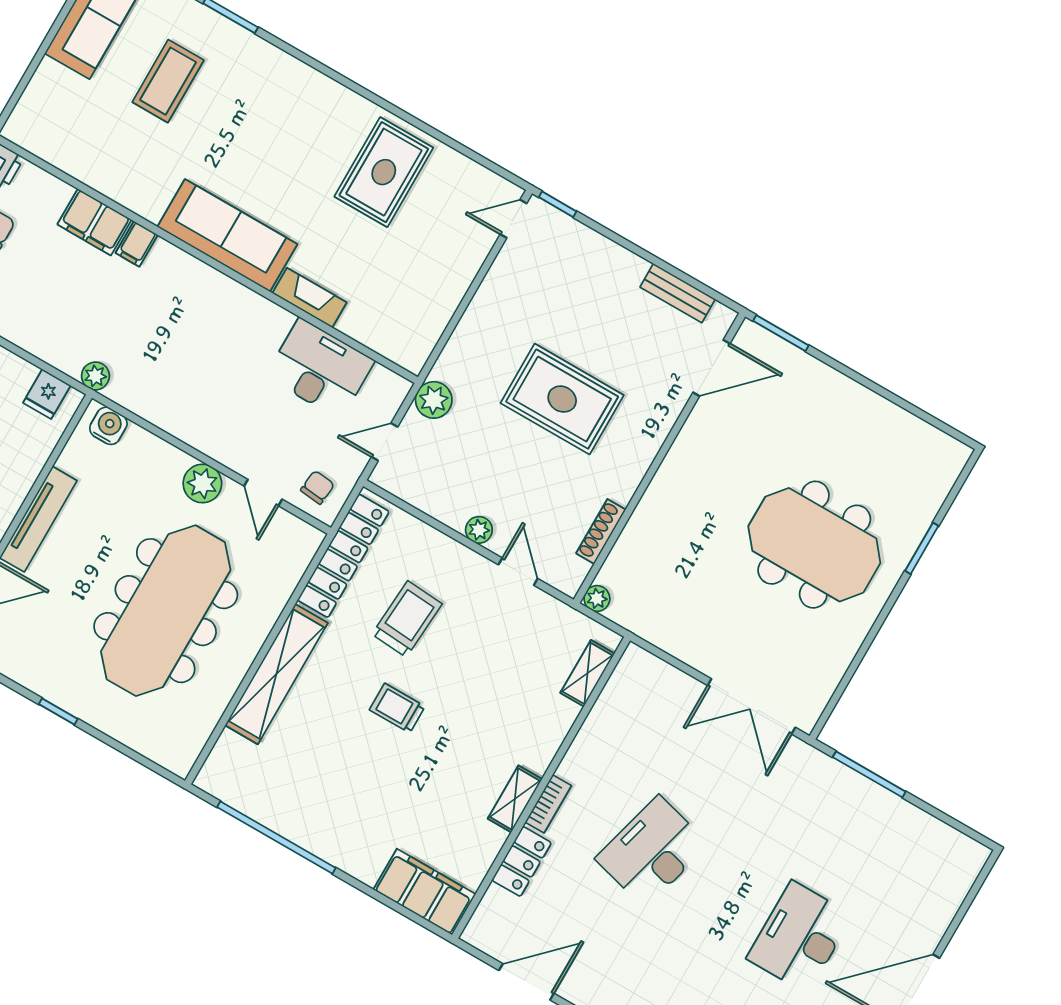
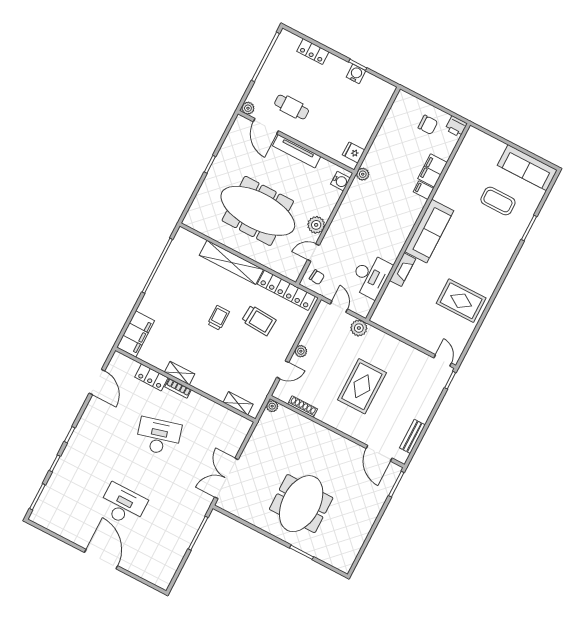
desk: (652, 852) -> (159, 436), turned -30

